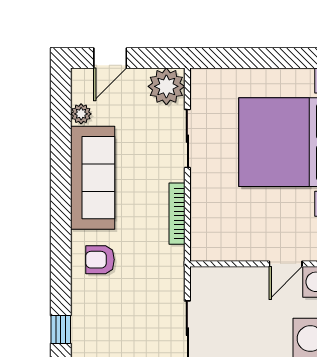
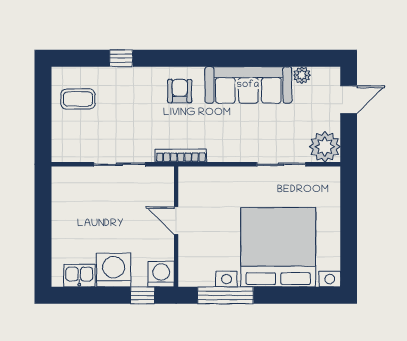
door: (110, 58) -> (349, 100), swing flipped
bookcase: (177, 214) -> (181, 156), moved
door: (286, 264) -> (176, 221), moved

